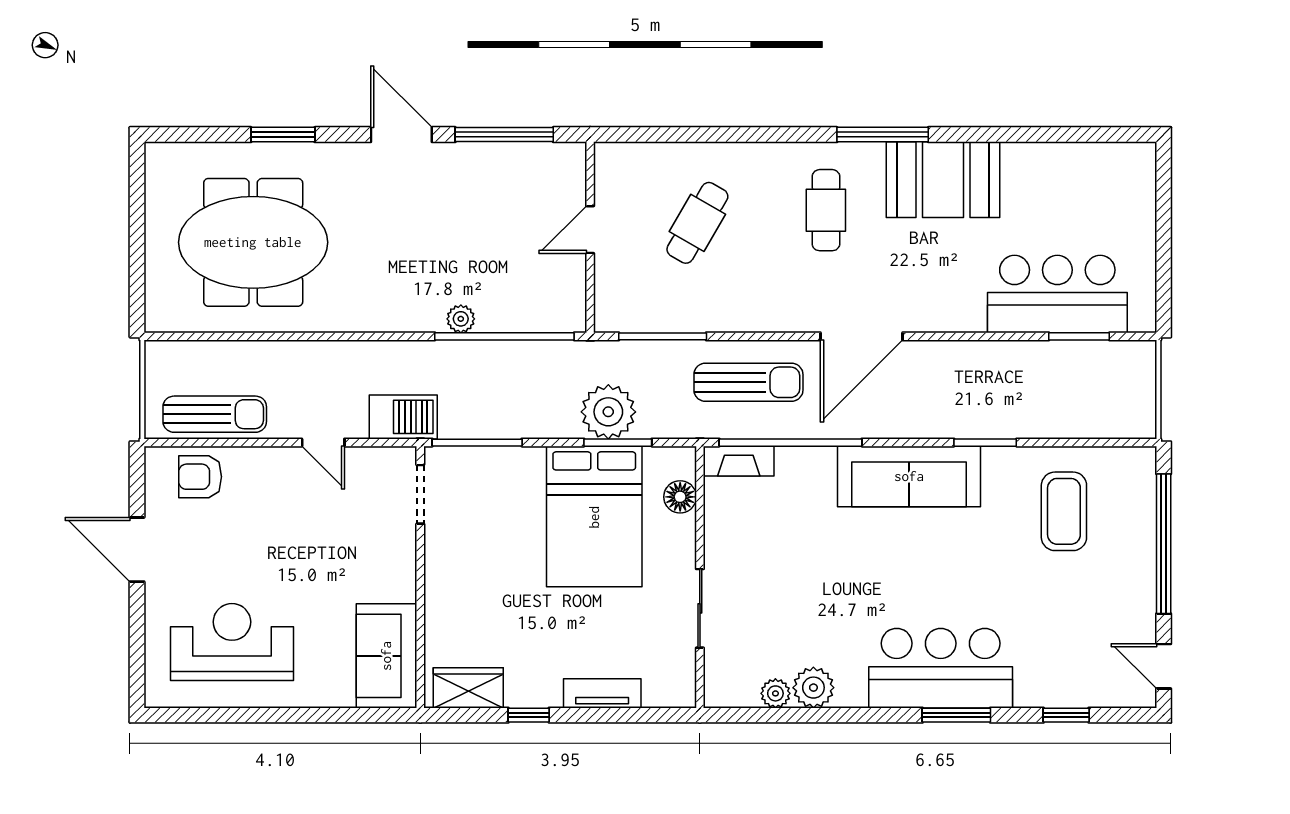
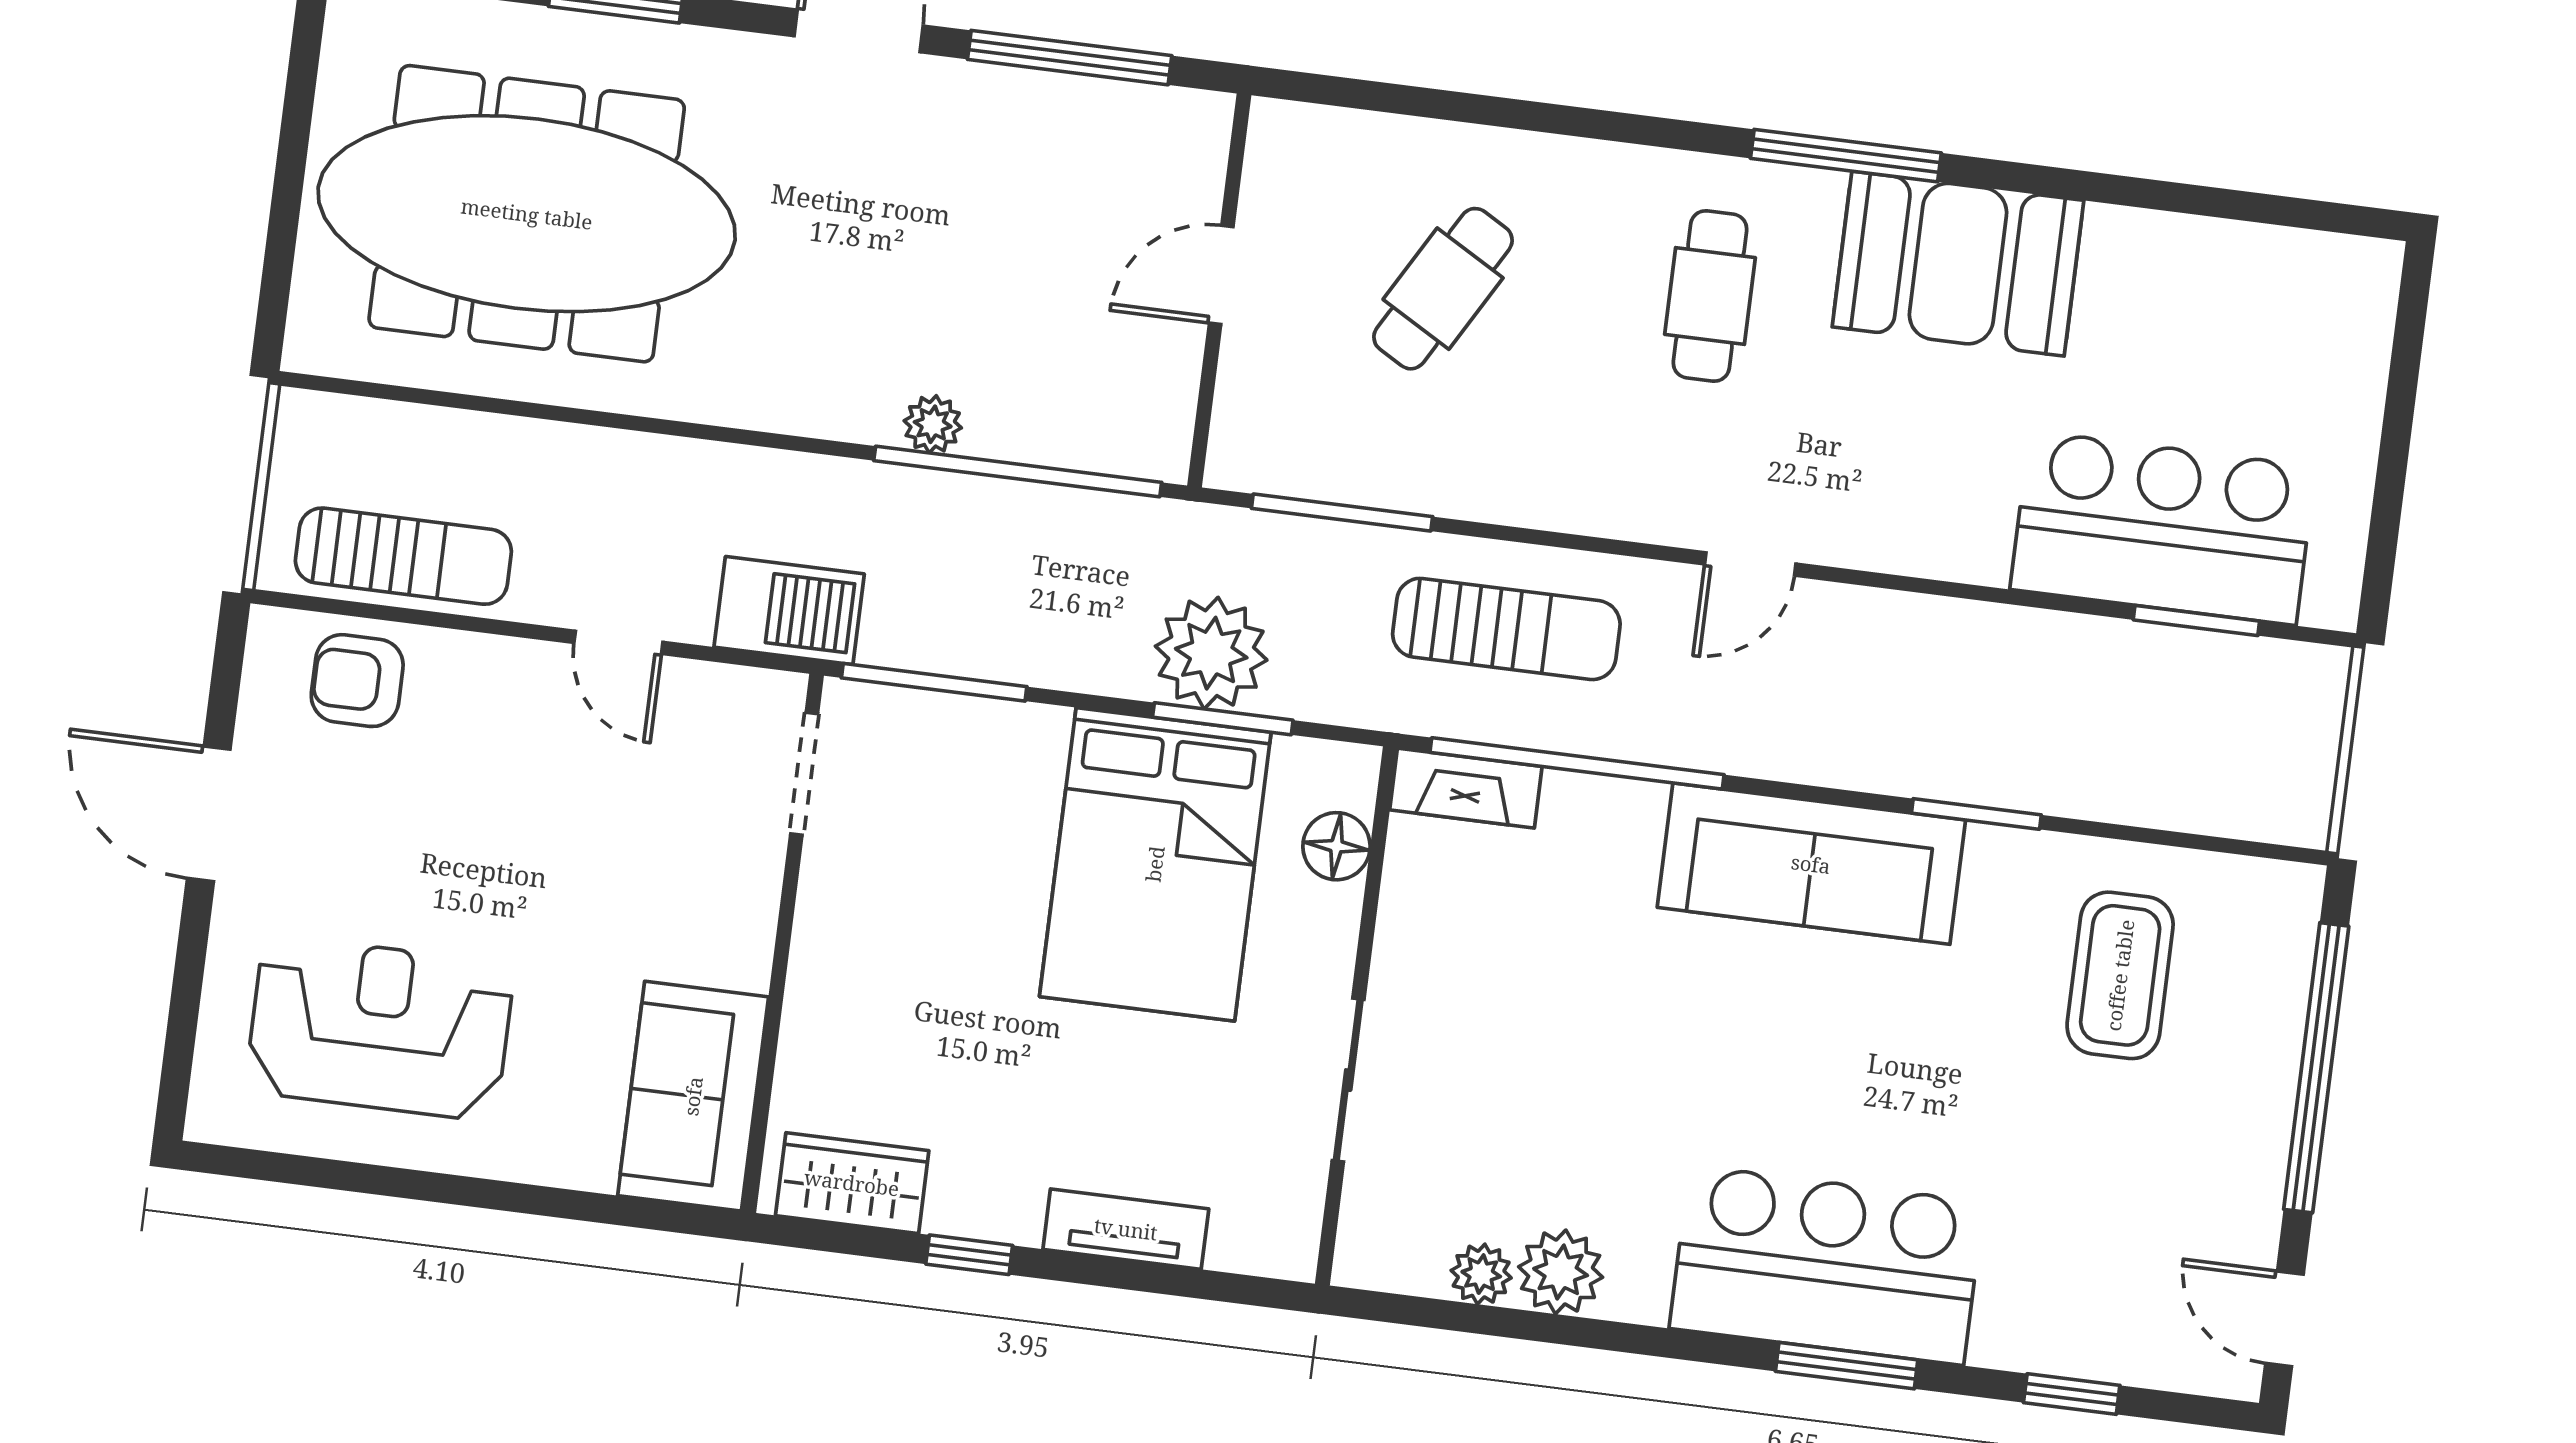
meeting table: (253, 242) -> (527, 214), width x1.36
door: (862, 336) -> (1750, 564), width x0.53

